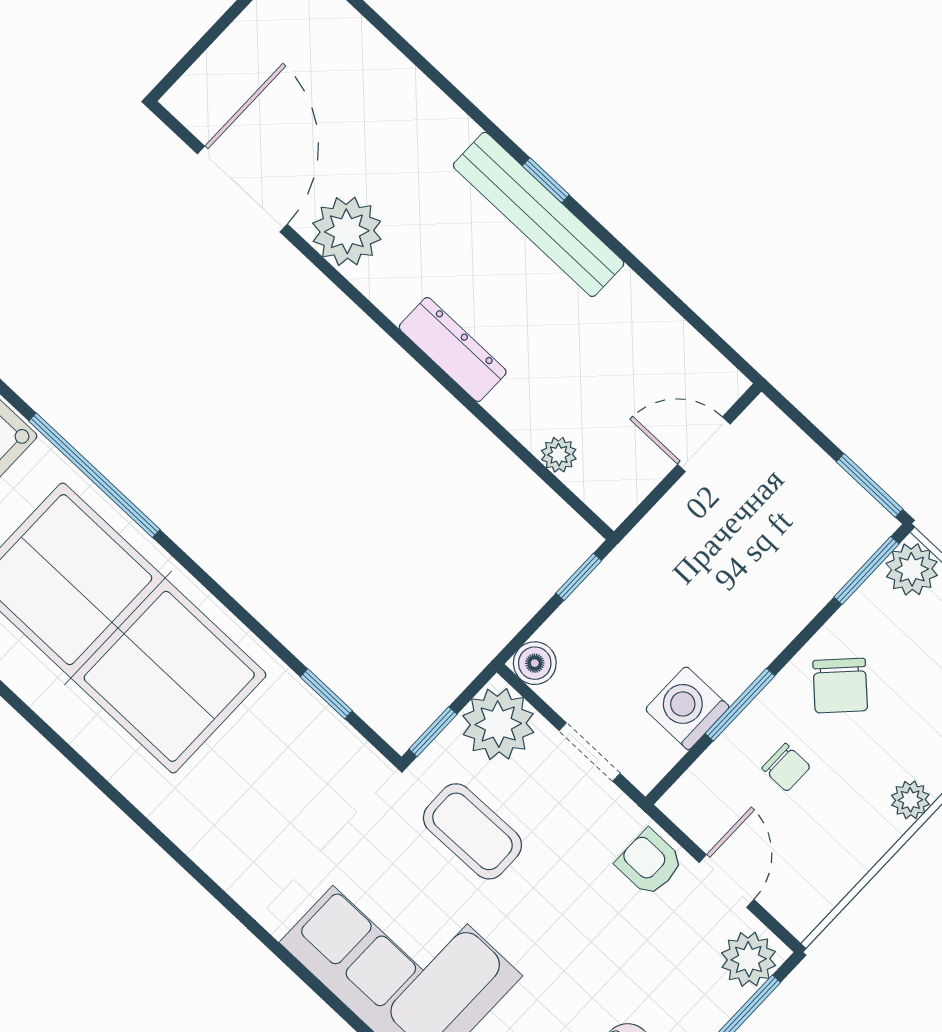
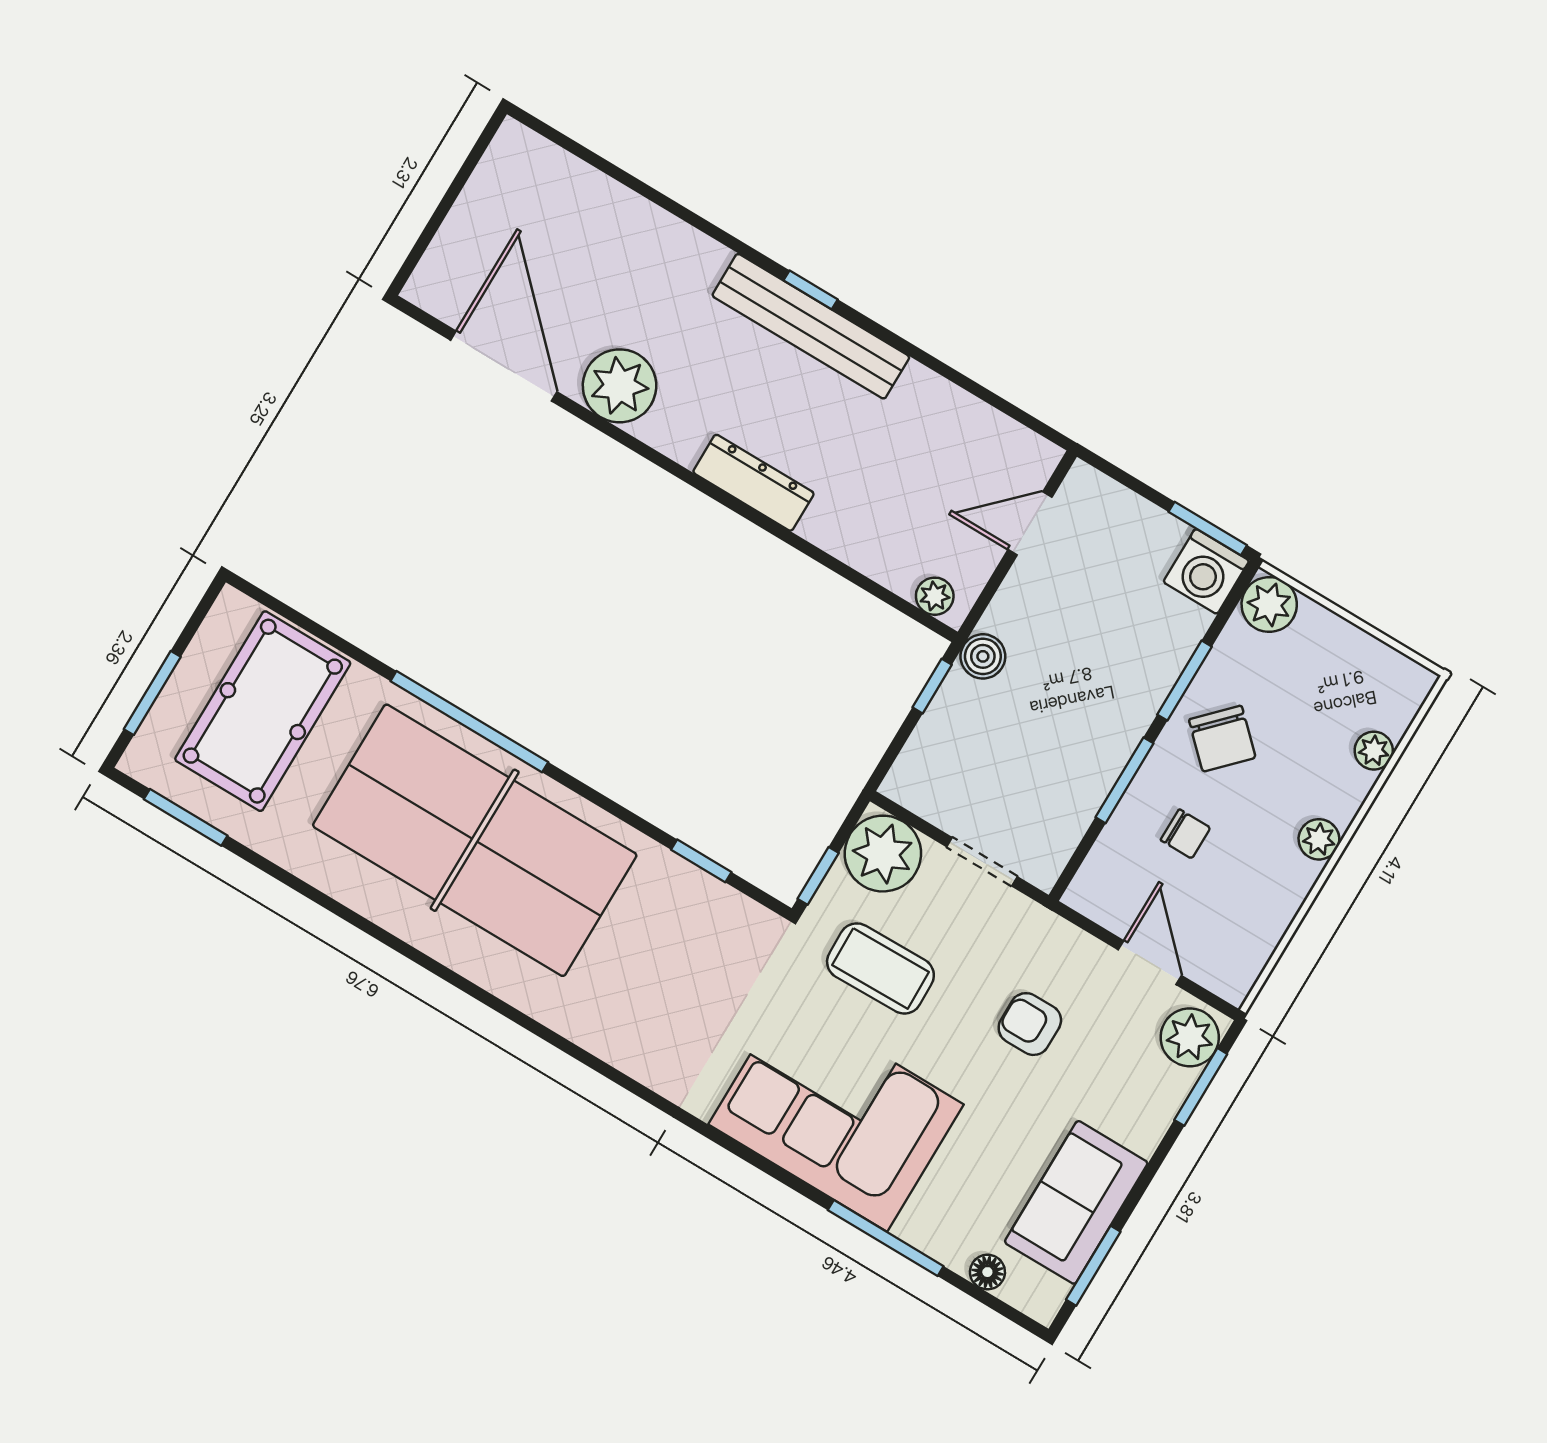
plant: (559, 455) -> (935, 596), moved
window: (94, 475) -> (469, 722), moved
window: (866, 571) -> (1184, 681), moved
boiler: (535, 663) -> (983, 656), moved
washing machine: (687, 708) -> (1206, 571), moved, turned -90
armchair: (650, 863) -> (1030, 1024), moved

